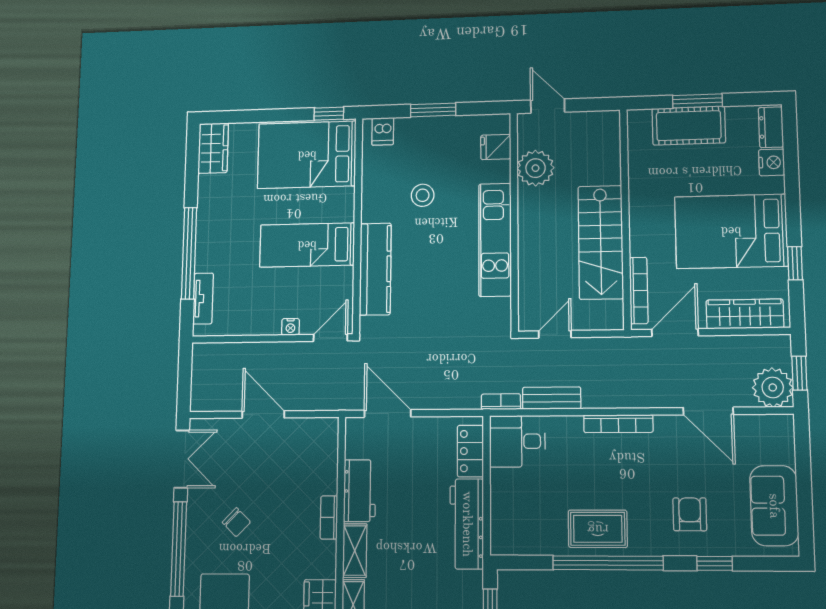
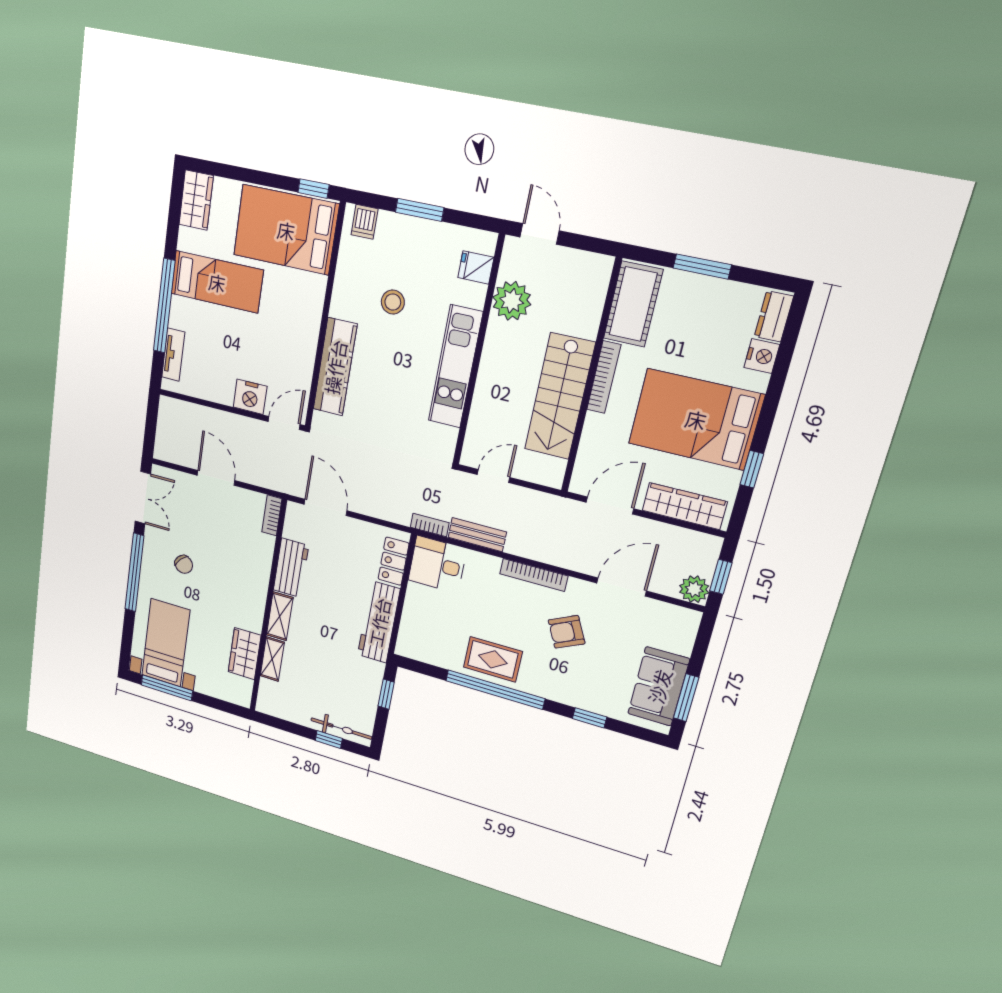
cot: (689, 126) -> (633, 304), moved, turned 90
bed: (307, 245) -> (217, 282), moved, turned 180
bookcase: (639, 290) -> (604, 377), moved
nightstand: (290, 327) -> (250, 397), width x1.89, depth x1.79
plant: (773, 387) -> (694, 589), width x0.73, depth x0.73
door: (708, 411) -> (621, 587), swing flipped
window: (805, 509) -> (686, 698), added
armchair: (690, 514) -> (567, 632), moved, turned -116
bookcase: (329, 517) -> (272, 515), moved

